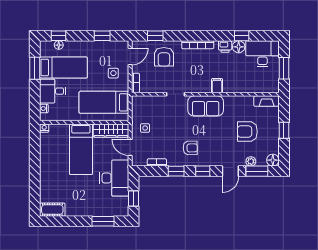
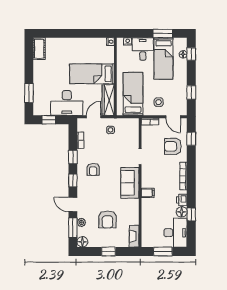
armchair: (247, 132) -> (107, 219), turned 180

